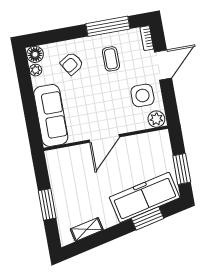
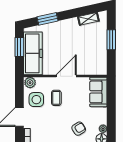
coffee table: (111, 59) -> (56, 98), moved
sofa: (51, 115) -> (98, 92), width x0.73
freezer: (145, 197) -> (33, 53), moved, turned -77

